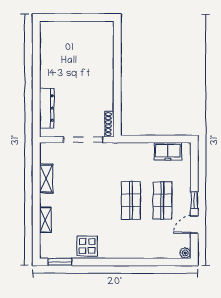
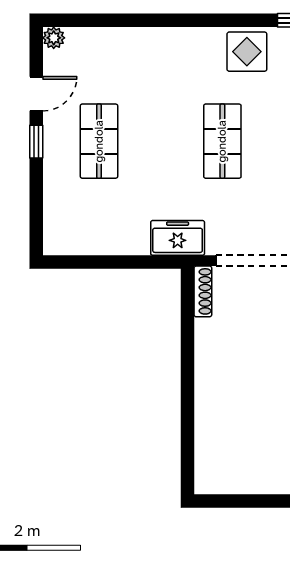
freezer: (168, 151) -> (178, 238), moved
shop shelf: (131, 201) -> (222, 141), moved

